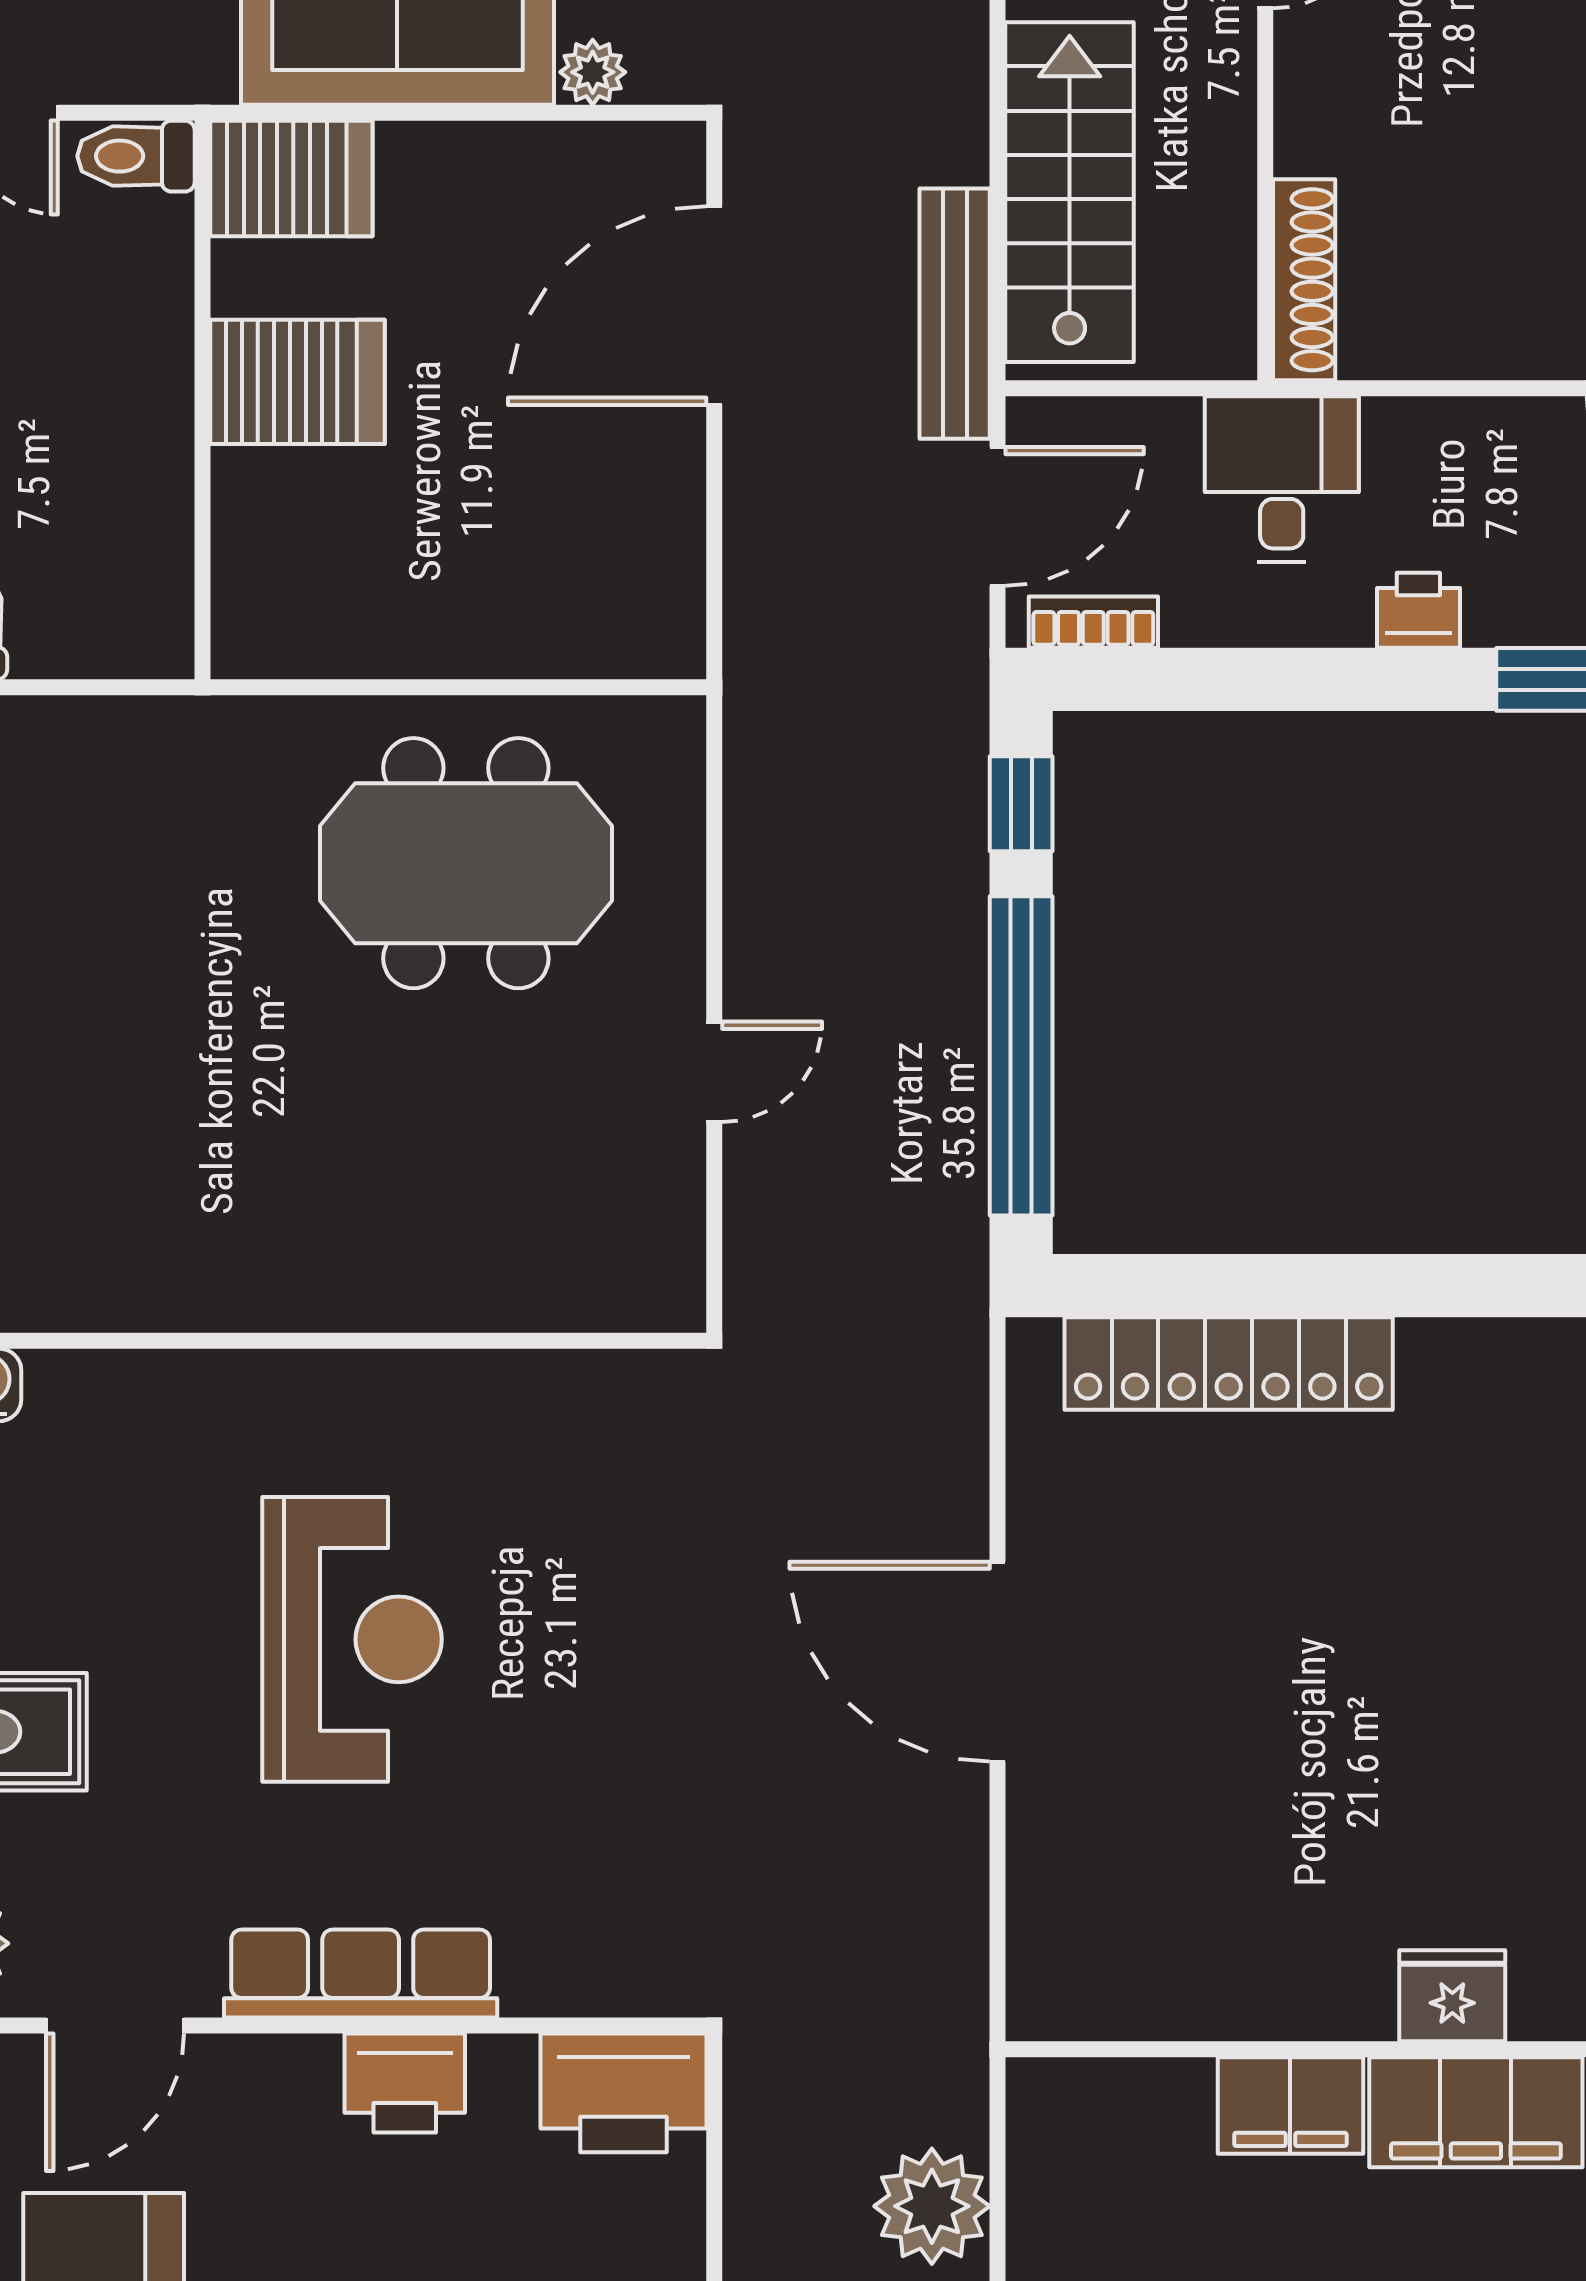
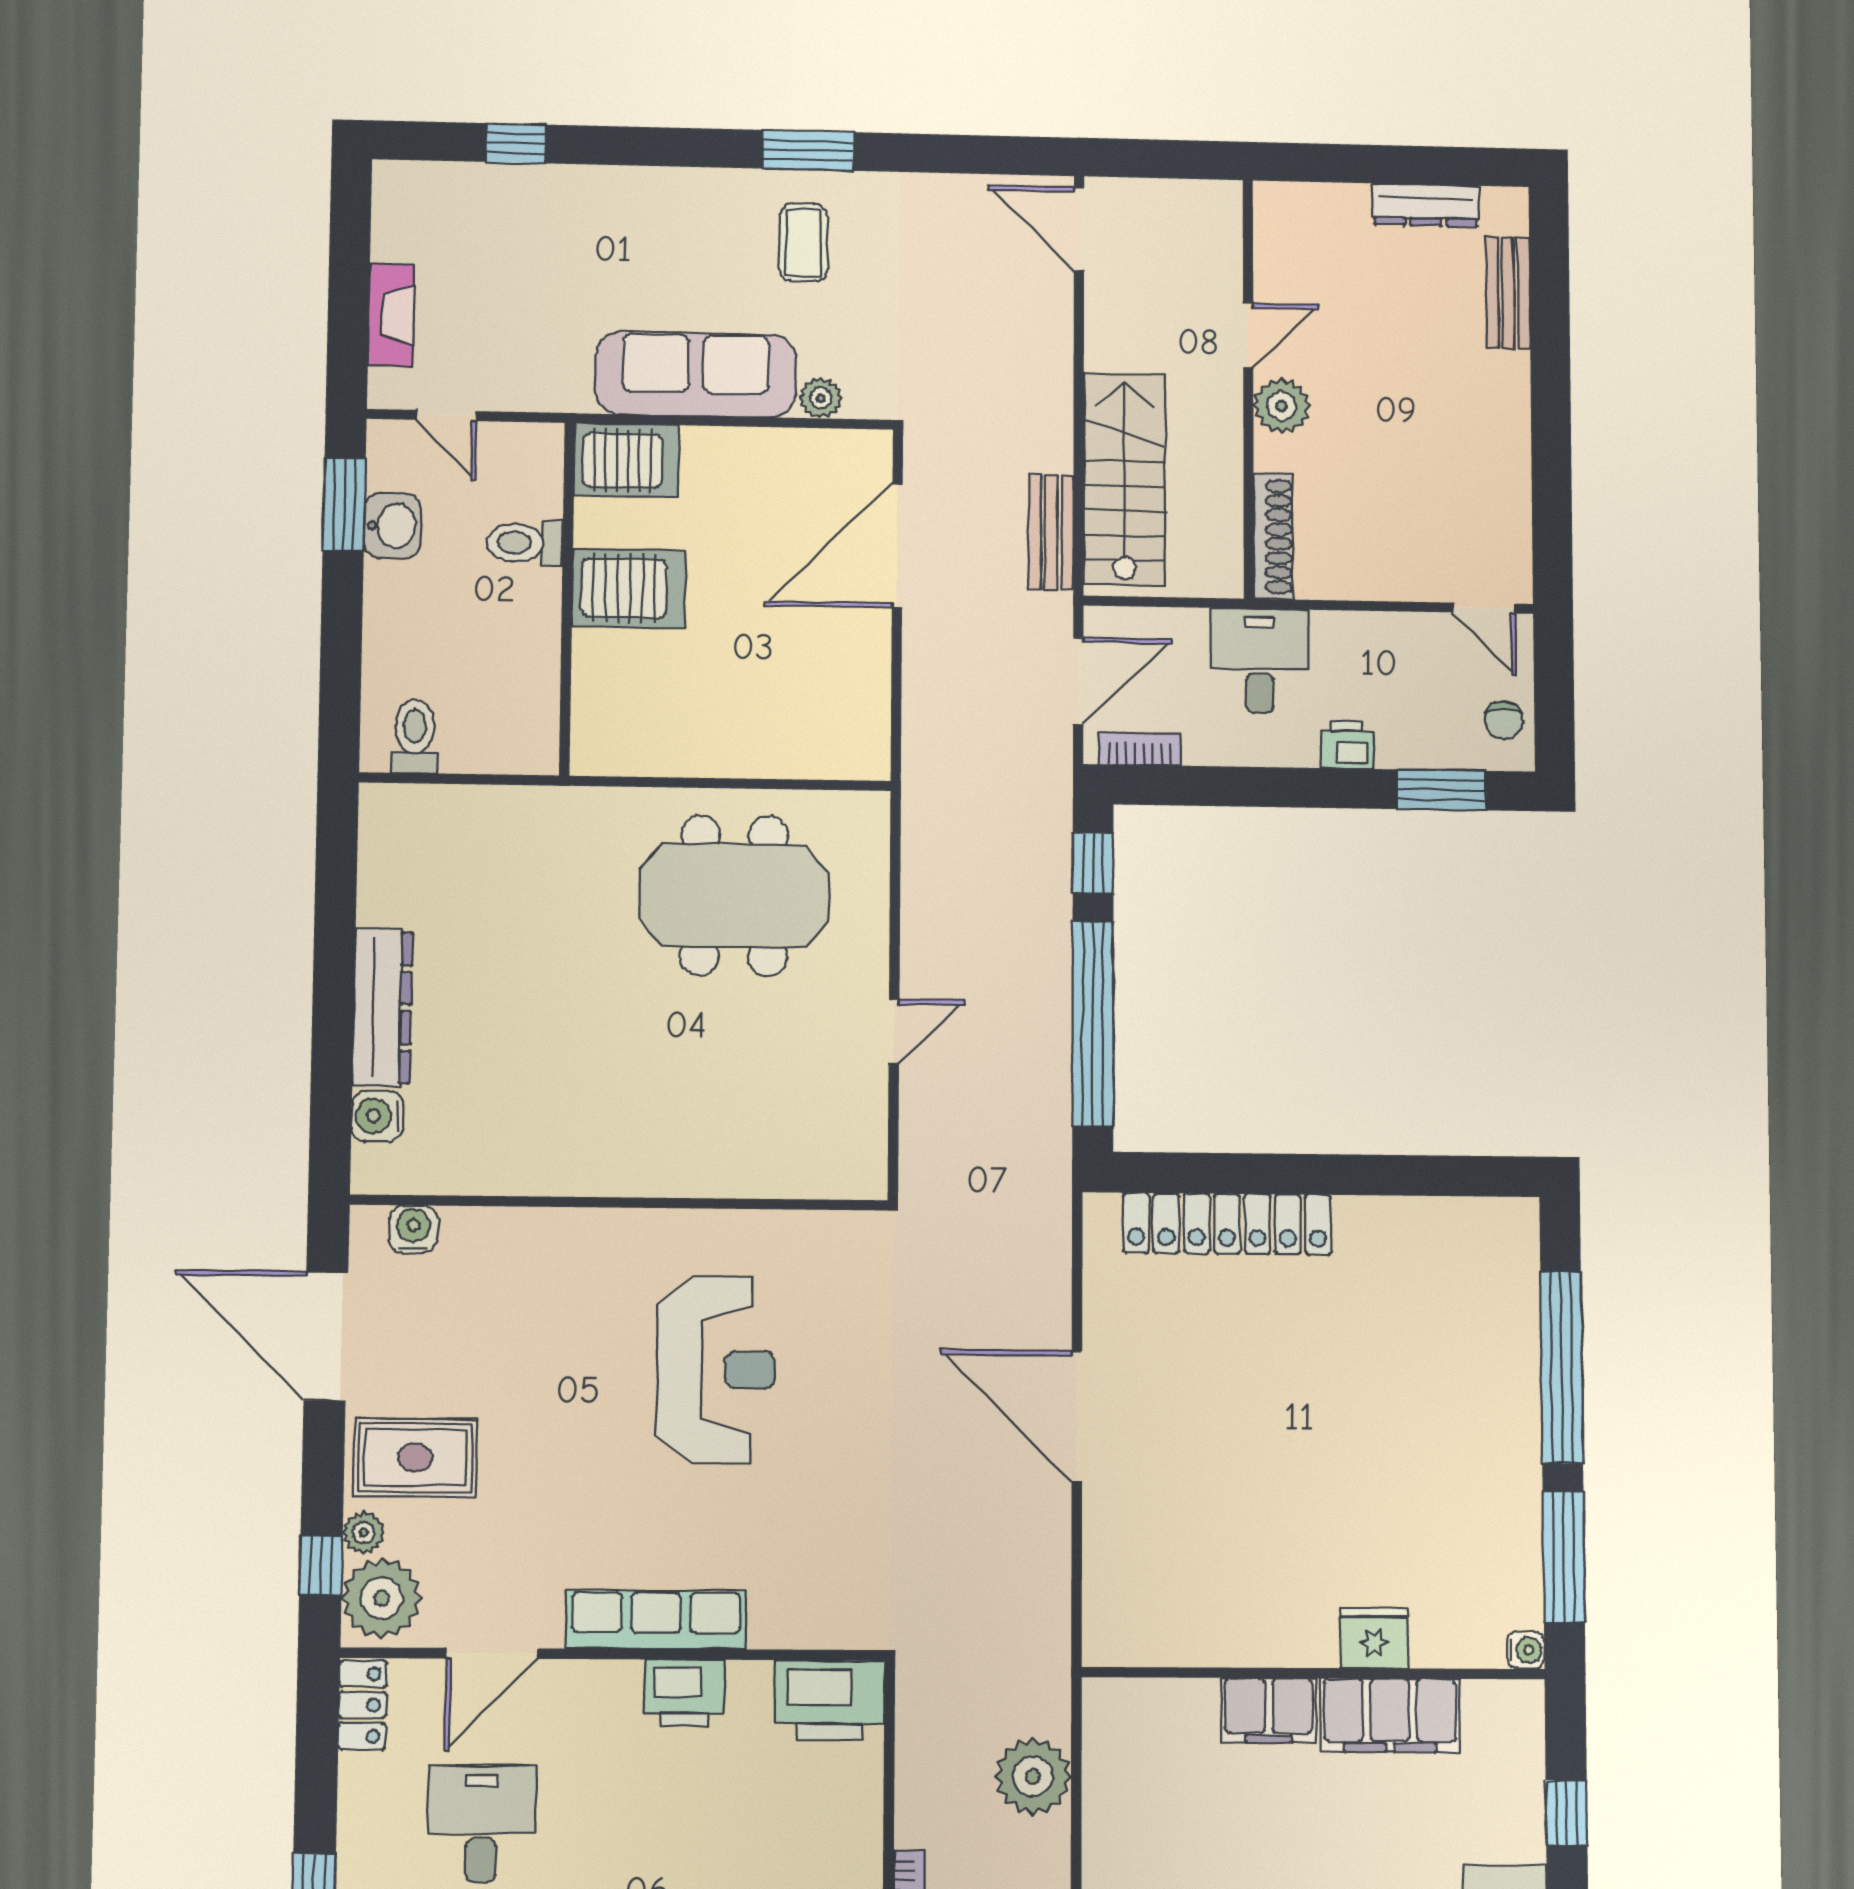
plant: (1318, 69) -> (1282, 406), added
toilet: (136, 156) -> (525, 543), moved
bench: (955, 314) -> (1051, 532), width x0.73
reception desk: (352, 1639) -> (716, 1370), moved

